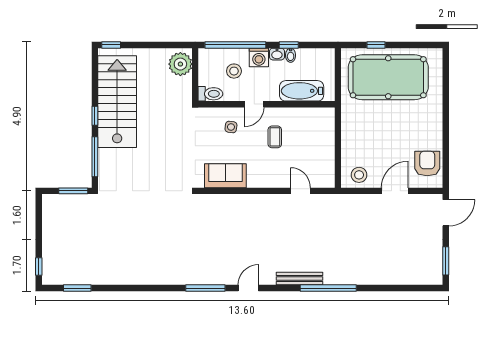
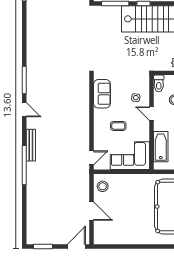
corner sofa: (315, 136) -> (130, 156), added
coffee table: (275, 137) -> (118, 126), moved
armchair: (427, 164) -> (110, 234), removed
door: (300, 191) -> (92, 158), moved
door: (446, 213) -> (76, 246), swing flipped

